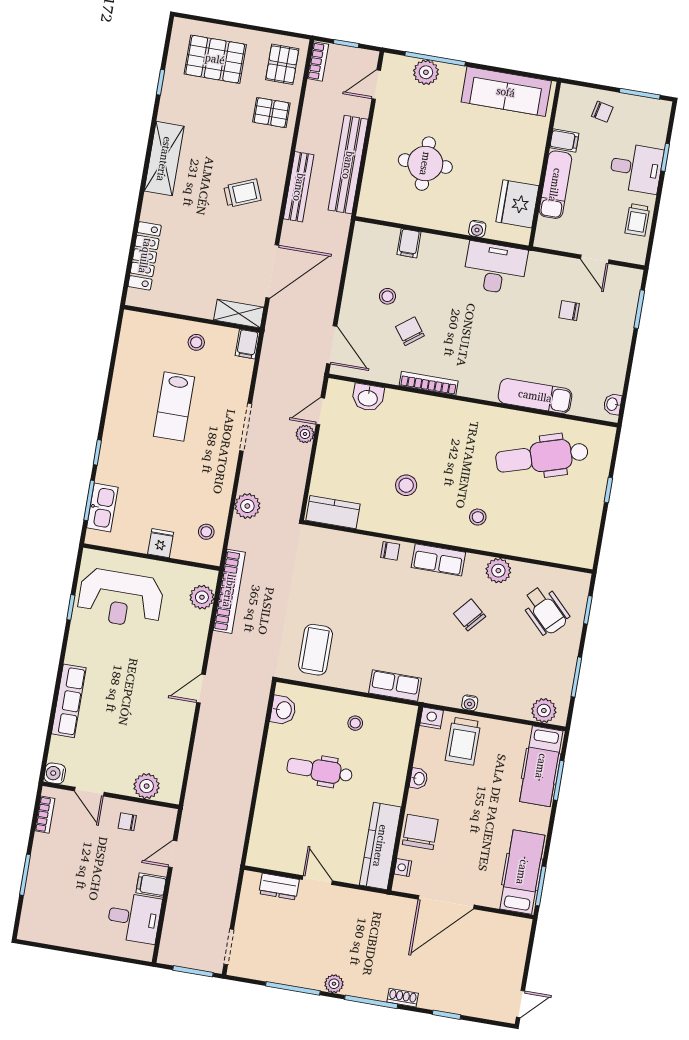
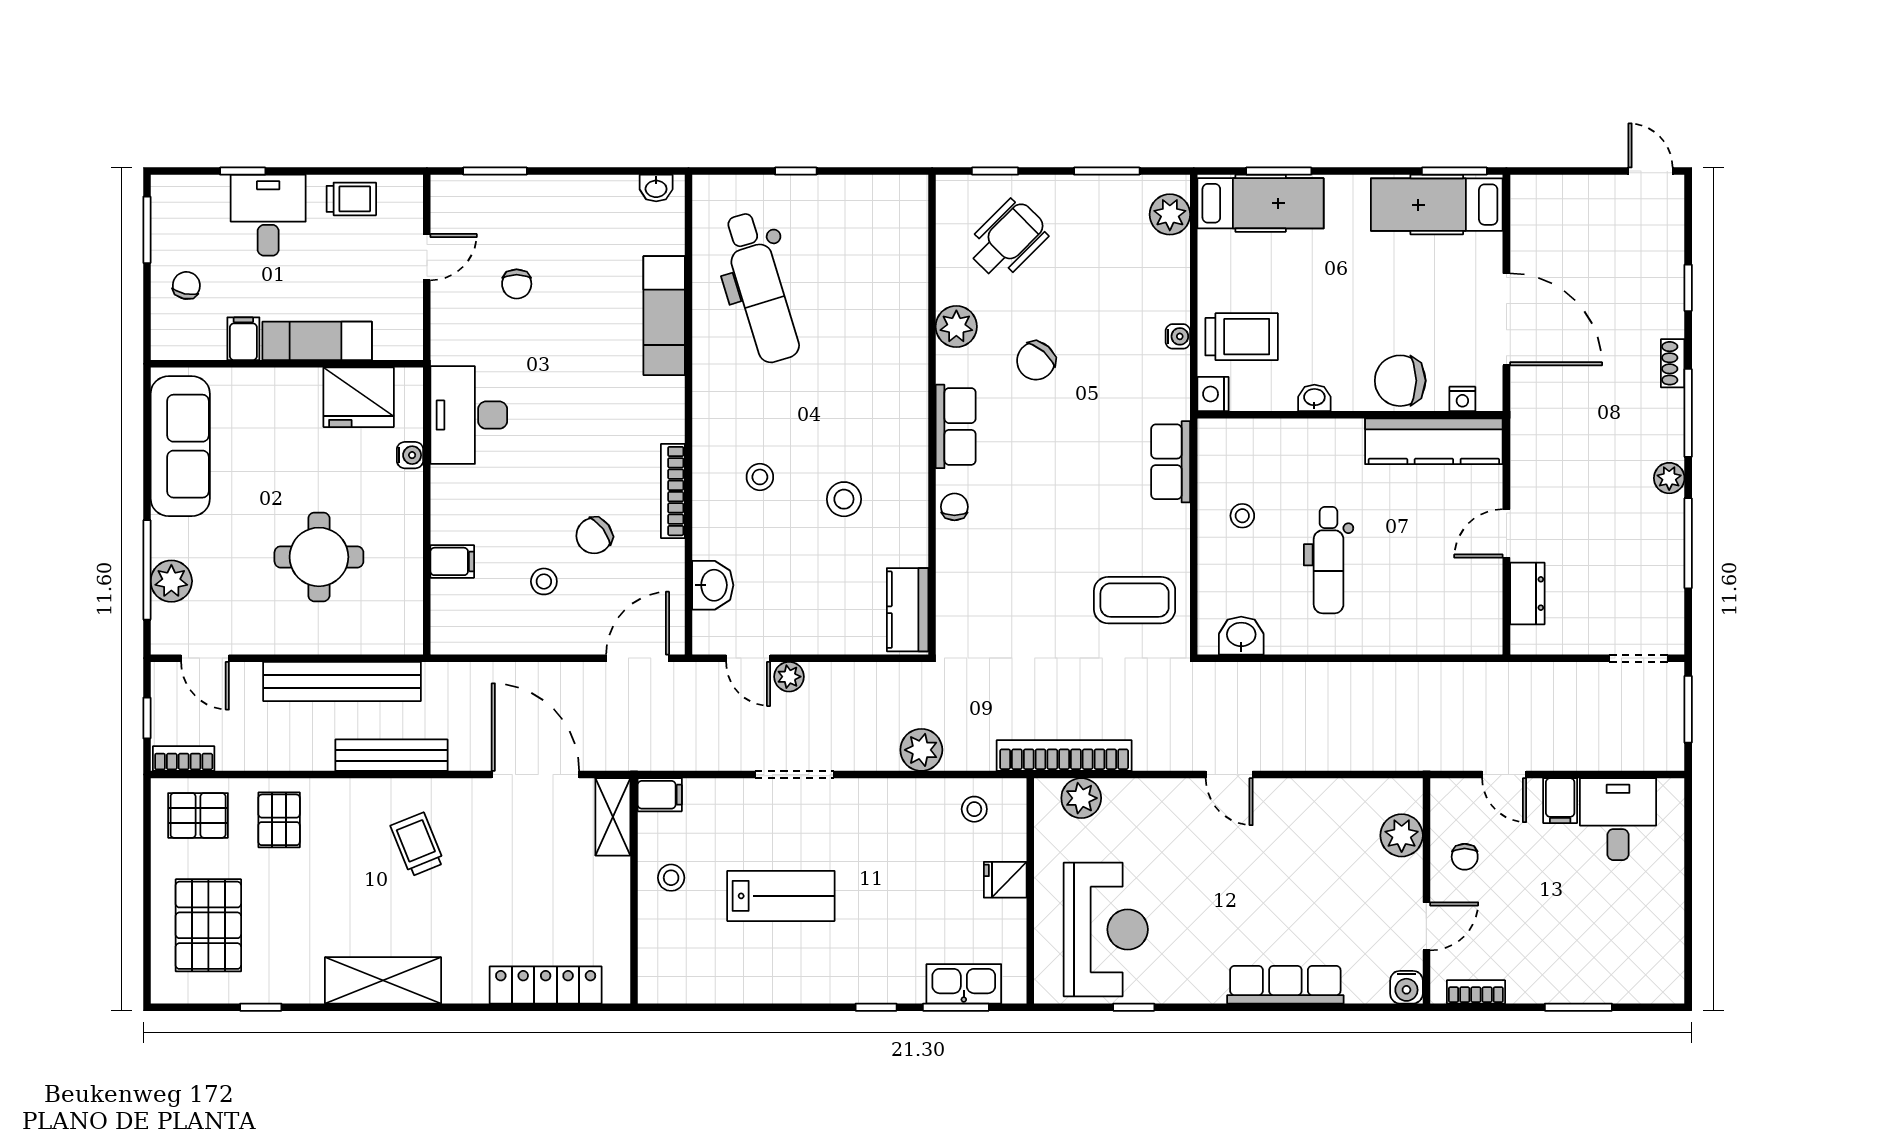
stool: (478, 517) -> (760, 477), moved

